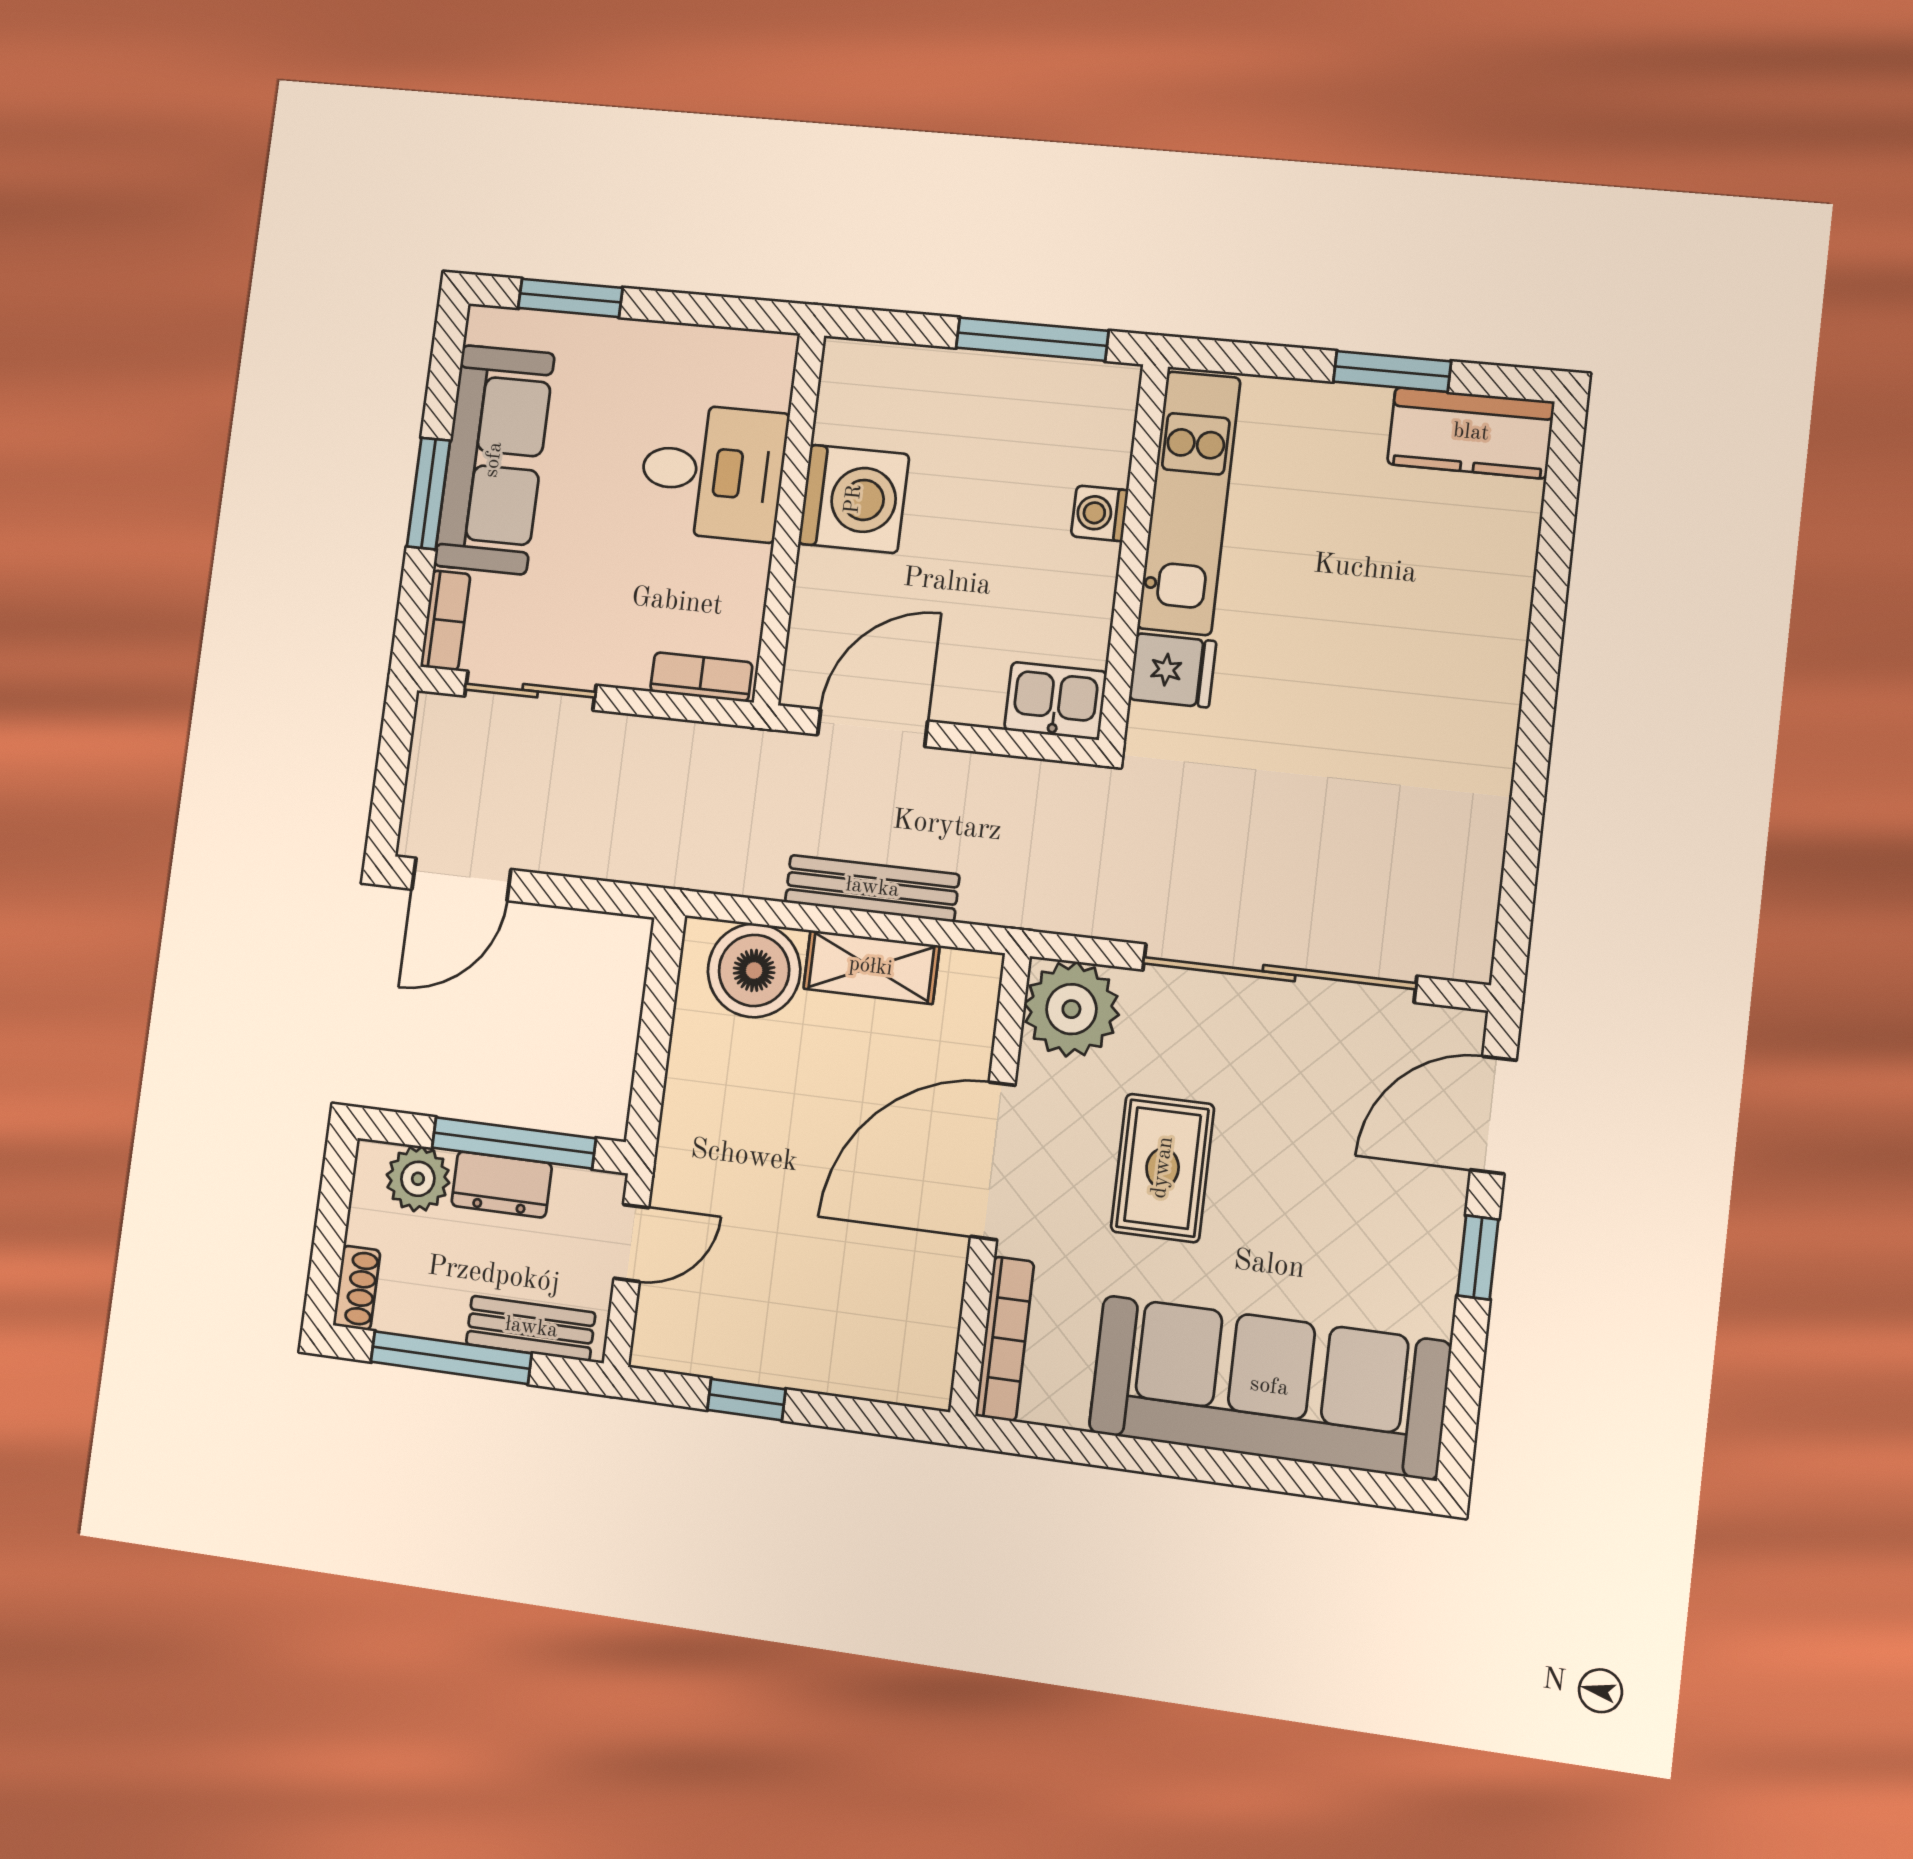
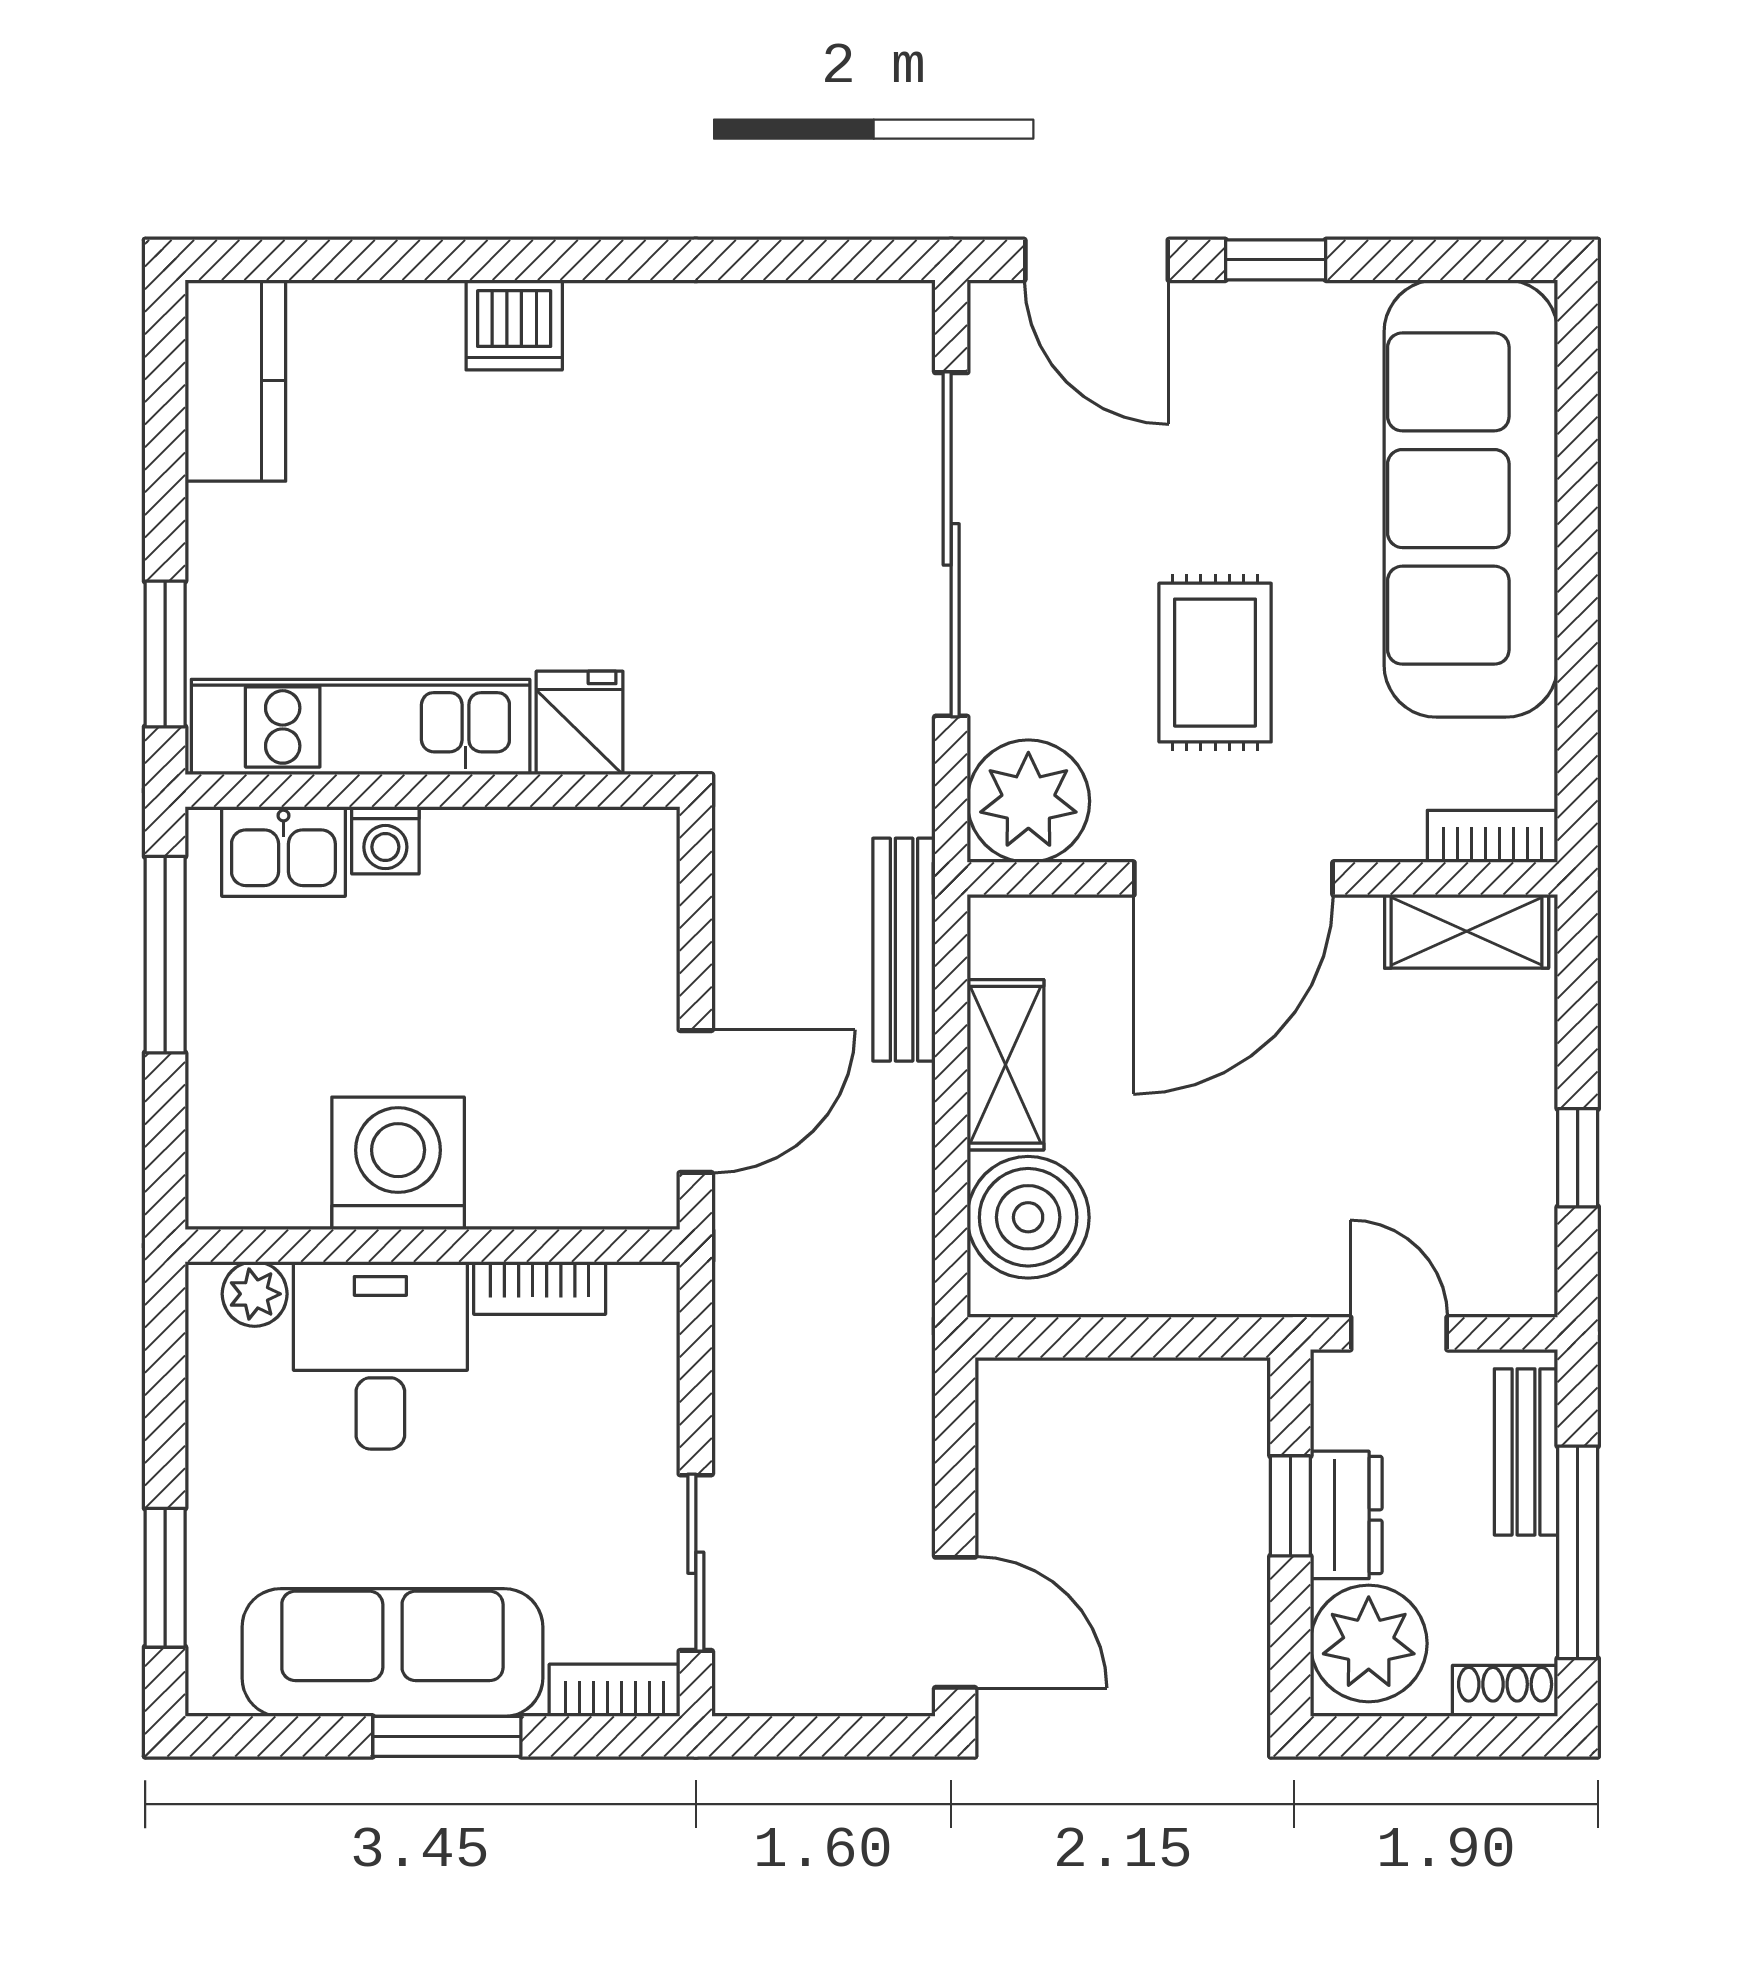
window: (1392, 371) -> (165, 654), moved
plant: (770, 383) -> (255, 1294), added
dishwasher: (1491, 652) -> (514, 325), added
bookcase: (701, 677) -> (540, 1288), moved, turned -90
kitchen sink: (1055, 701) -> (283, 851), moved, turned -90
door: (873, 728) -> (696, 1101), swing flipped
bench: (872, 888) -> (904, 950), moved
window: (514, 1143) -> (1290, 1506), width x0.46
door: (993, 1161) -> (1233, 878), hinge flipped
rug: (1163, 1168) -> (1215, 663), turned 90
plant: (418, 1179) -> (1369, 1643), width x1.36, depth x1.36
shelving: (930, 1337) -> (1467, 931), added
bookcase: (1005, 1339) -> (1493, 836), width x0.64

